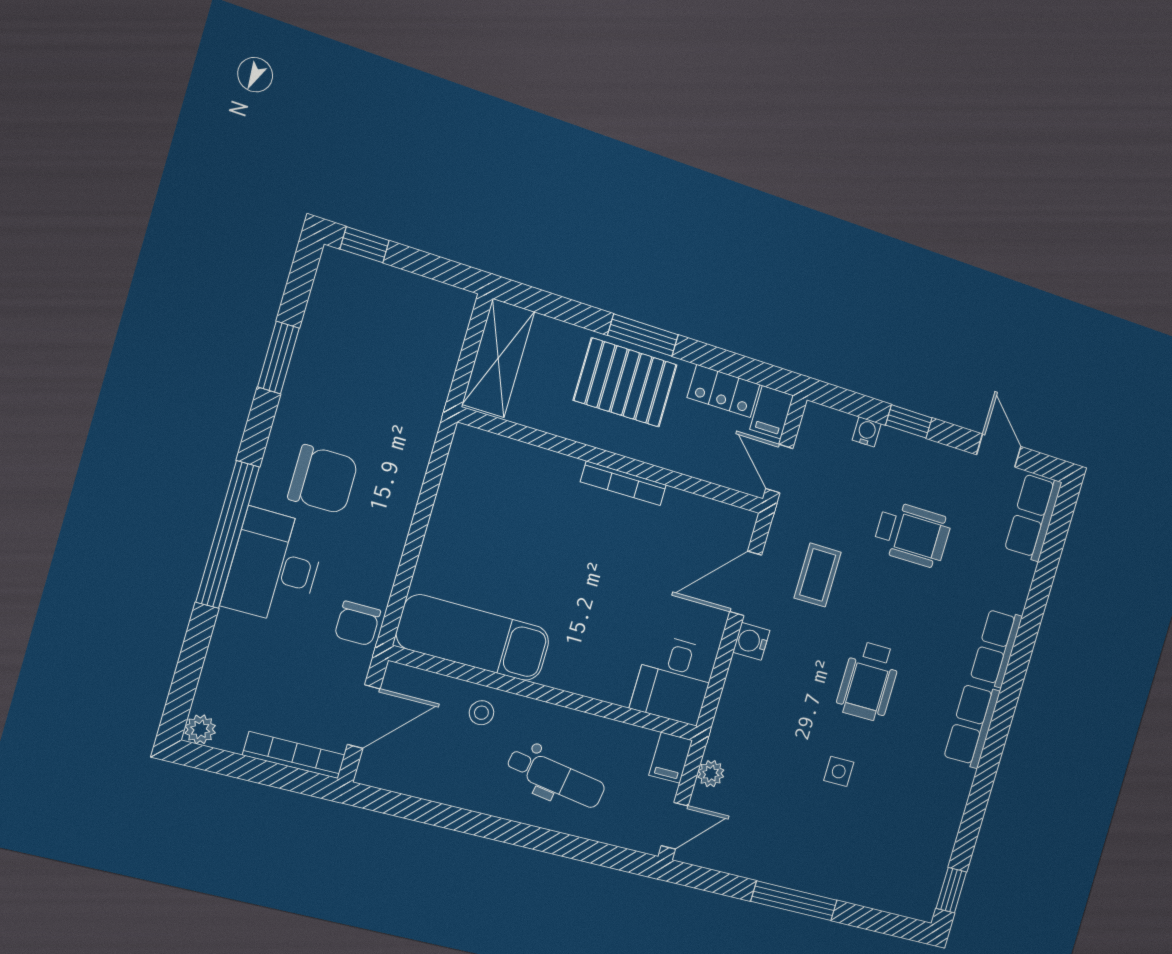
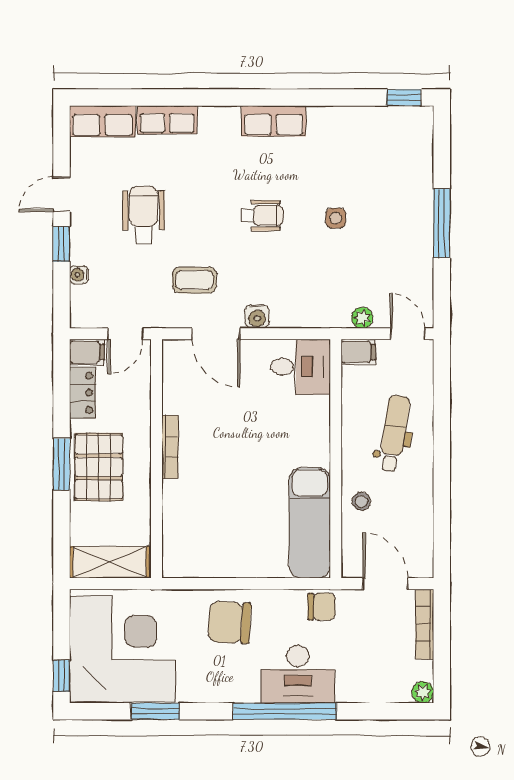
corner desk: (377, 339) -> (123, 649), added
door: (999, 451) -> (61, 194), moved
chair: (323, 479) -> (230, 622), moved, turned -87
row of seats: (996, 648) -> (167, 120), moved
wheelchair: (868, 681) -> (262, 215), width x0.73, depth x0.73

